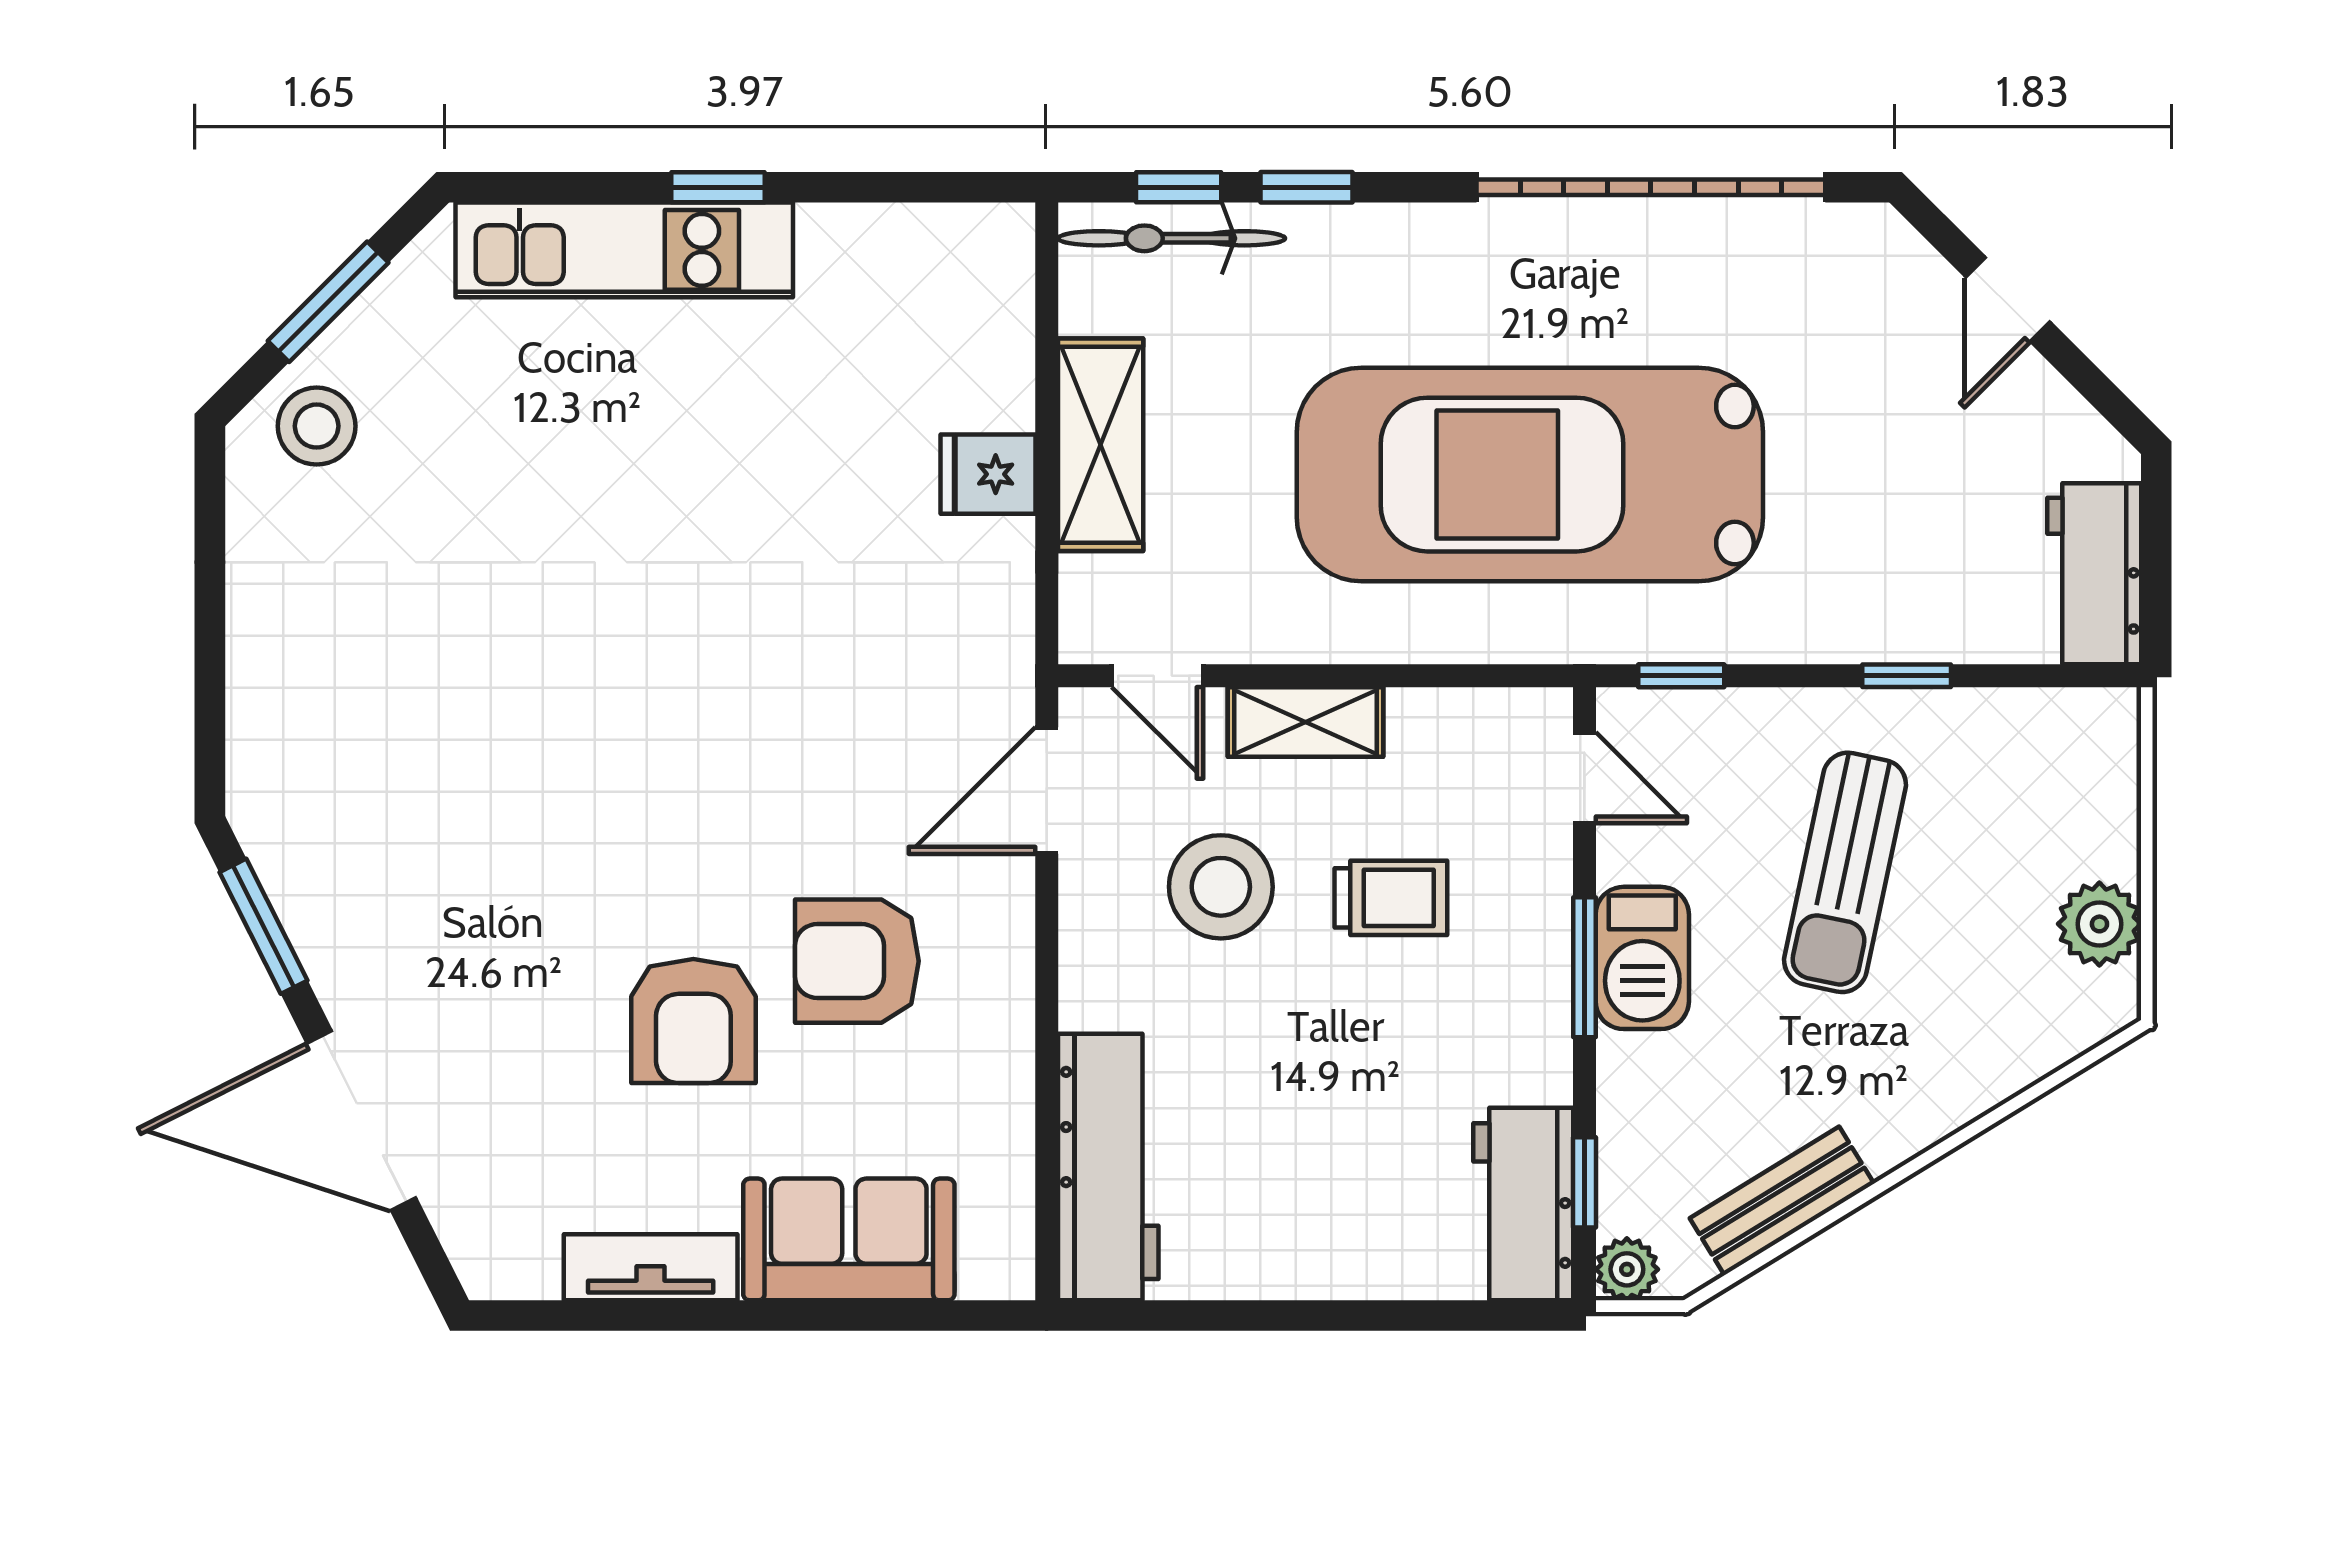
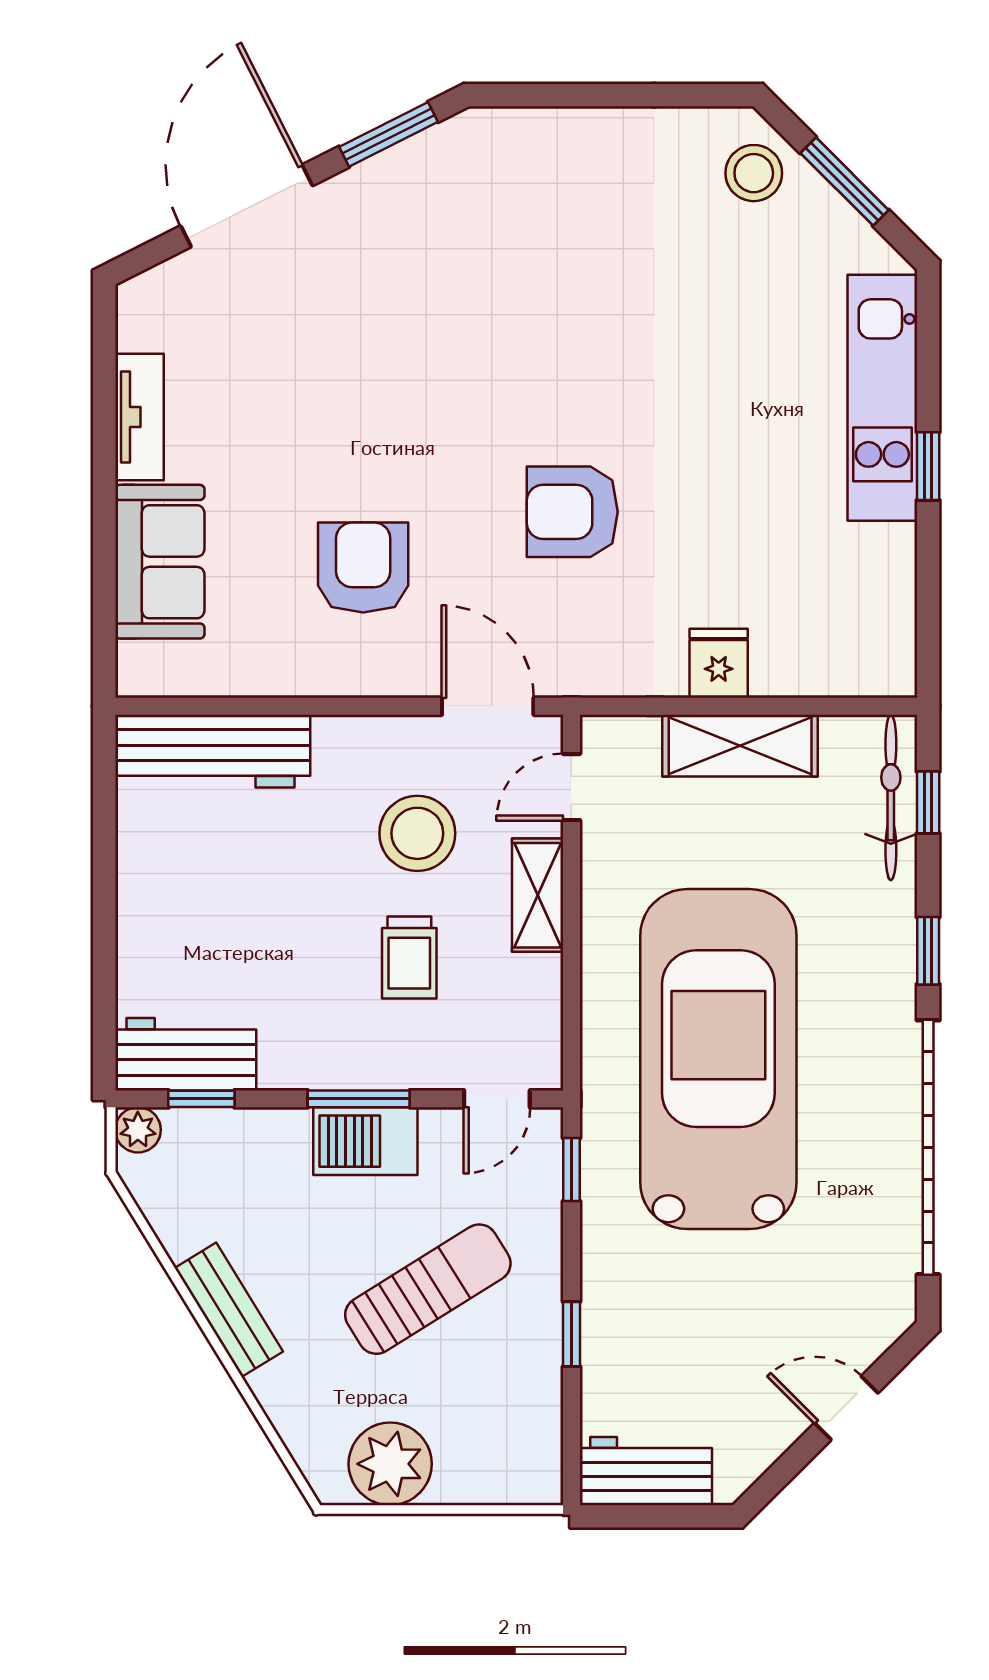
window: (1306, 187) -> (928, 951), moved
sun lounger: (1845, 872) -> (428, 1289), turned 136
plant: (2099, 924) -> (390, 1464), width x1.36, depth x1.36
armchair: (693, 1021) -> (572, 512), moved
bench: (1782, 1201) -> (229, 1310), moved

